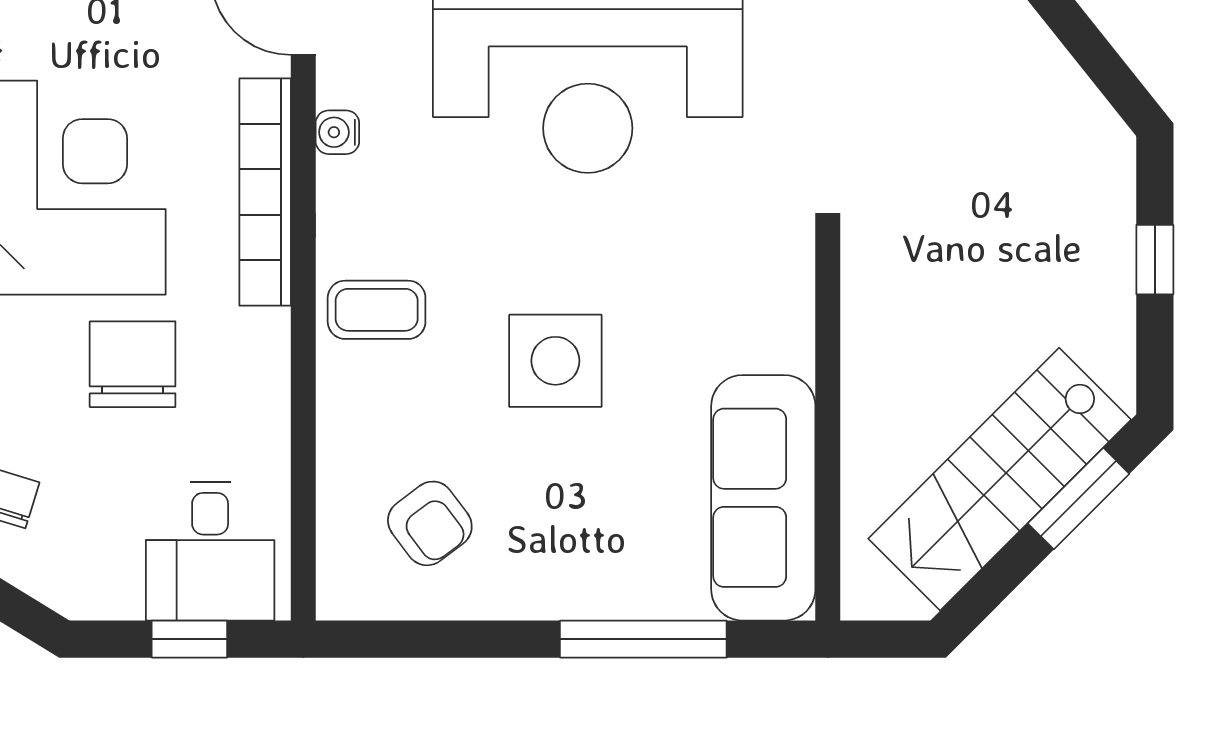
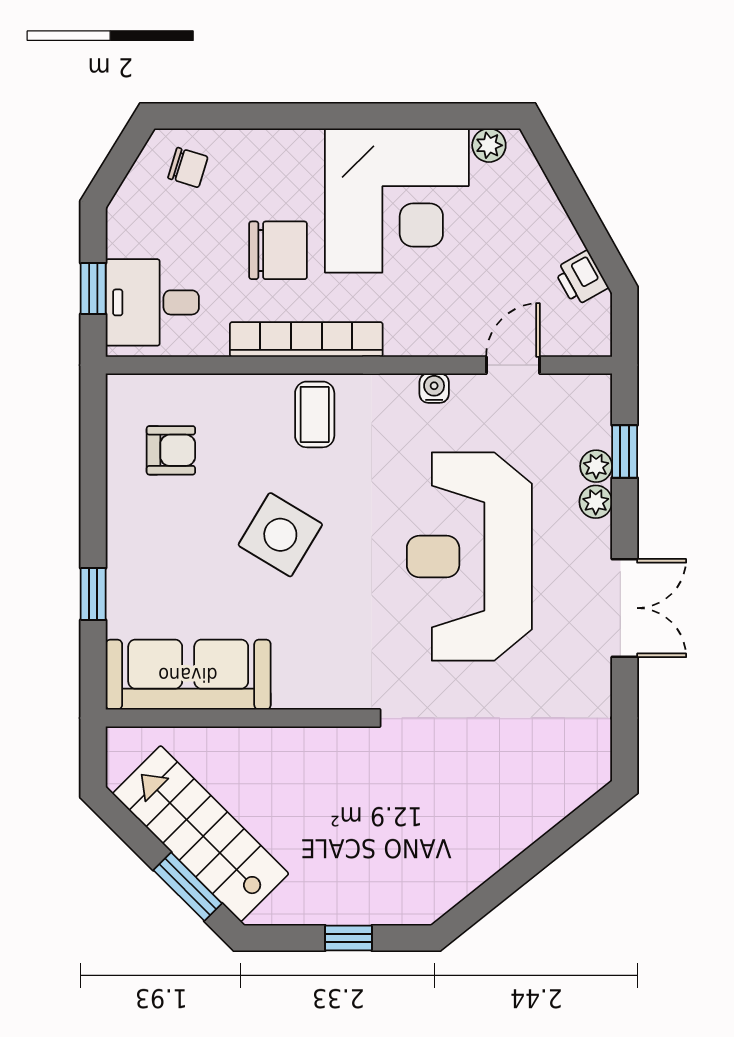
bookcase: (265, 192) -> (306, 339), moved
side table: (555, 361) -> (280, 535), turned 31
armchair: (430, 523) -> (171, 450), turned -143
window: (643, 639) -> (93, 594), width x0.46

